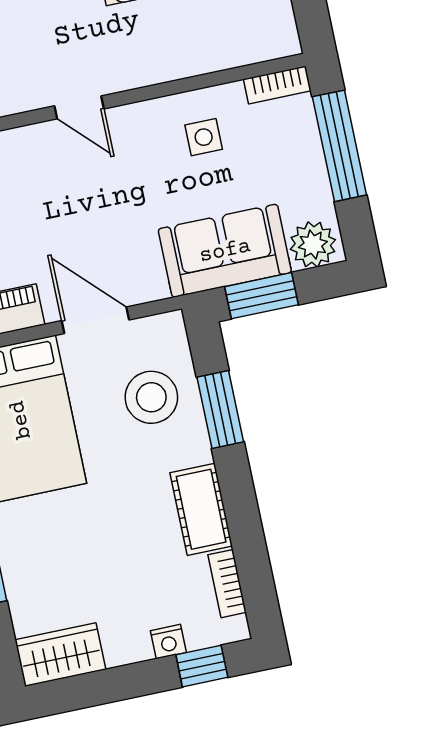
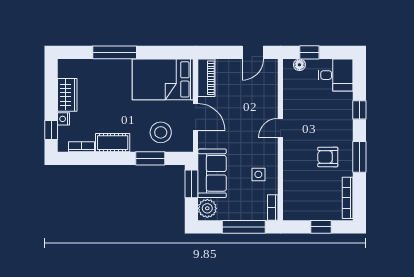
door: (95, 320) -> (196, 117), hinge flipped
wardrobe: (60, 655) -> (67, 95), moved

